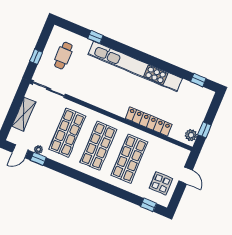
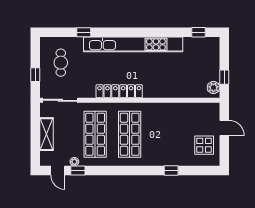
locker: (149, 121) -> (119, 91), moved
door: (20, 151) -> (58, 171), hinge flipped
shop shelf: (129, 159) -> (164, 134), removed
window: (149, 205) -> (171, 171), moved

